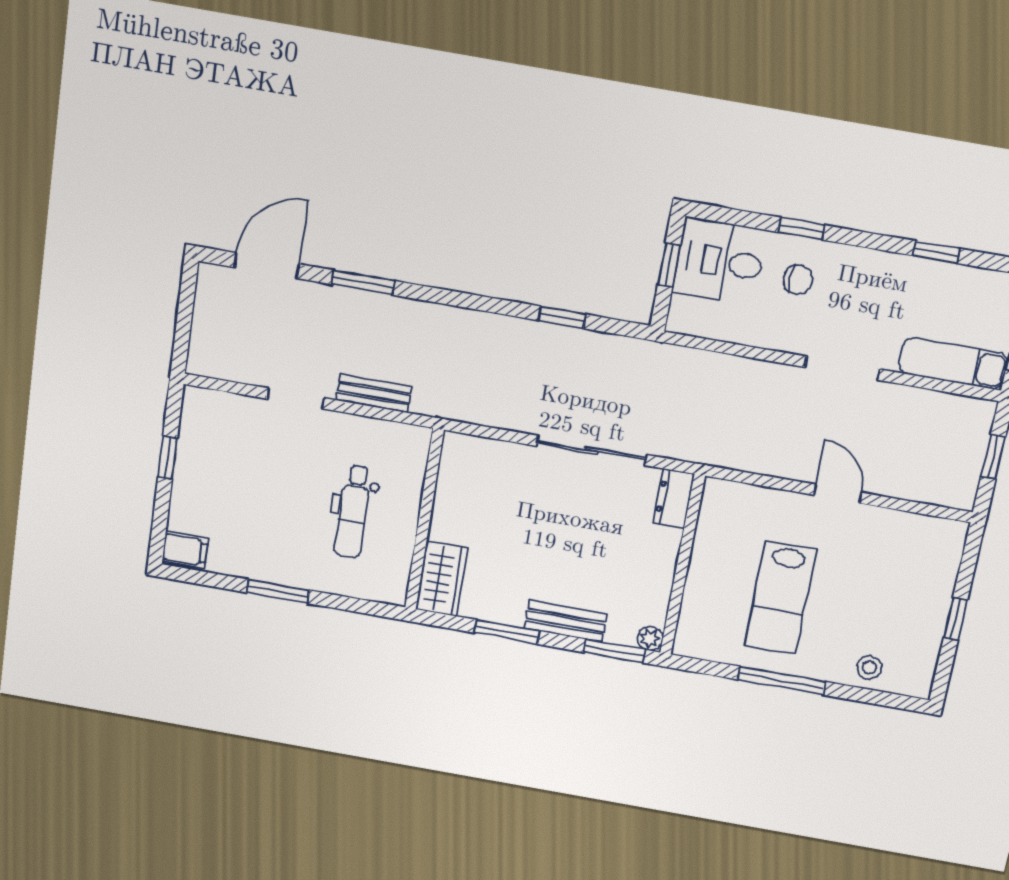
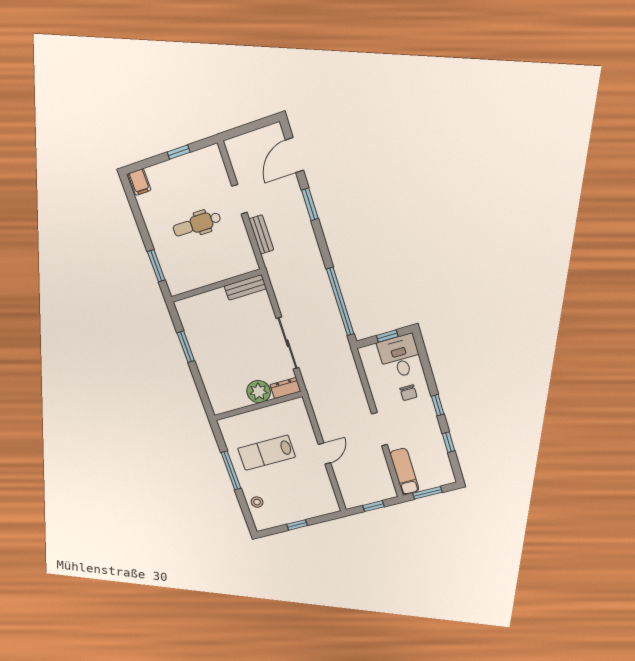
window: (801, 229) -> (438, 405), moved
door: (267, 266) -> (294, 155), swing flipped
window: (562, 317) -> (340, 302), width x3.17
dental chair: (353, 512) -> (197, 224), moved
wardrobe: (442, 579) -> (193, 307), removed
window: (278, 591) -> (156, 266), moved
bench: (566, 621) -> (245, 287), moved, turned 90
plant: (650, 639) -> (259, 392), moved, width x1.88, depth x1.88
window: (615, 651) -> (204, 396), removed

